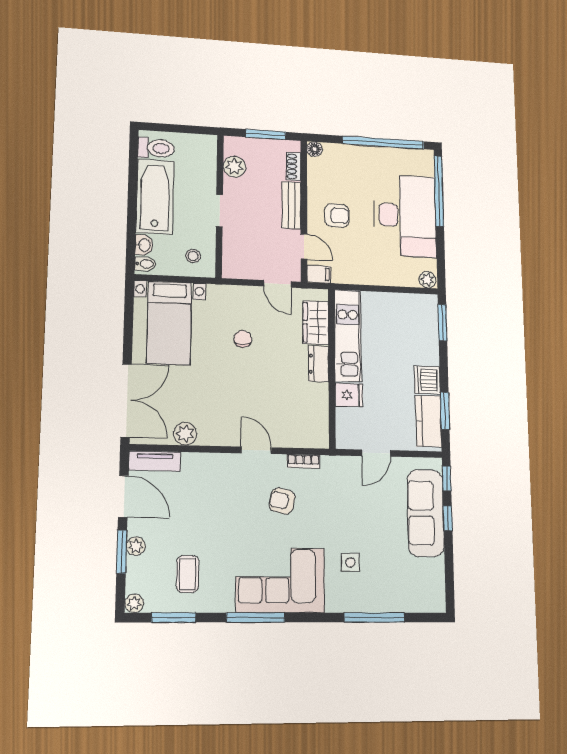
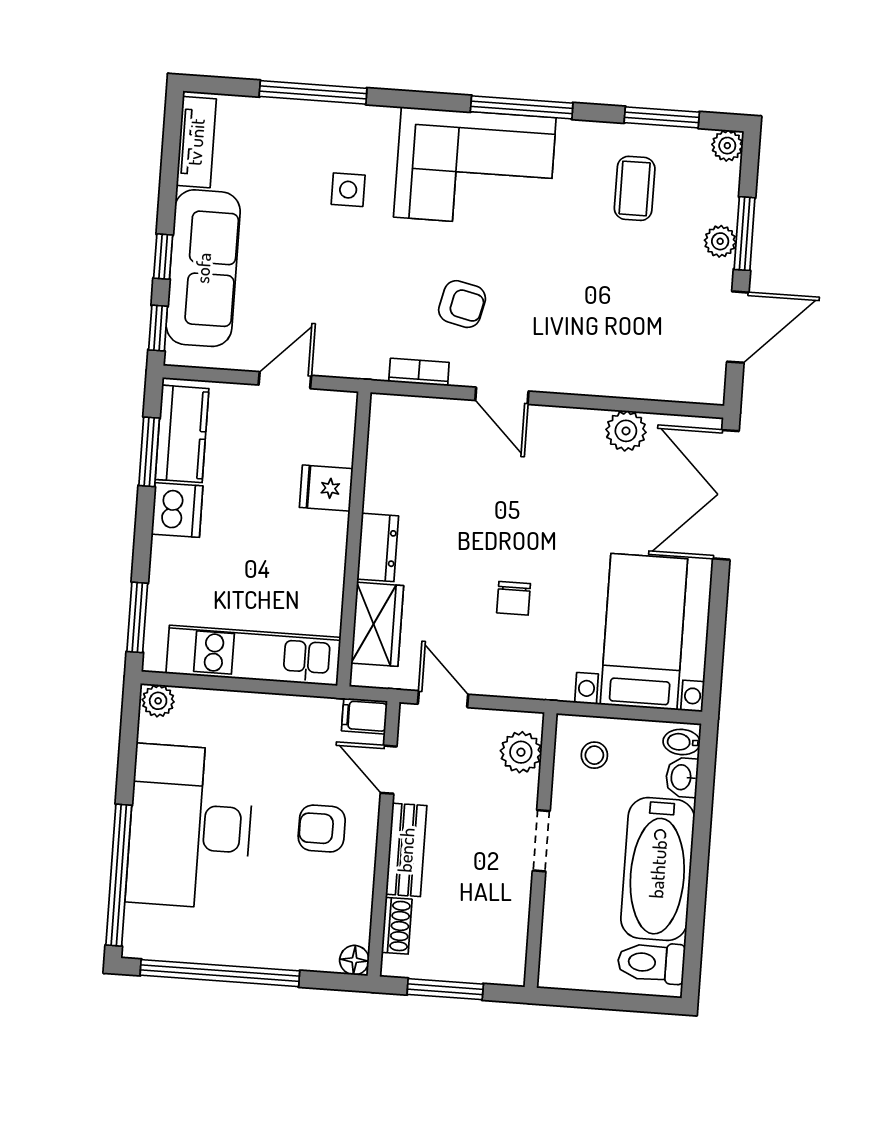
plant: (234, 167) -> (521, 752), moved
kitchen unit: (348, 336) -> (253, 655), moved, turned 90
tv unit: (155, 461) -> (196, 142), moved, turned 90
door: (123, 496) -> (738, 327), swing flipped

